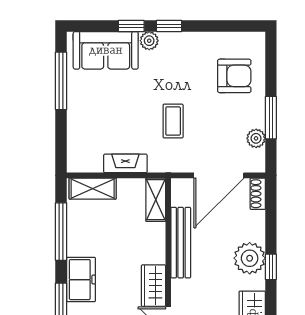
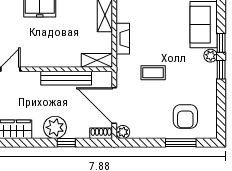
window: (271, 118) -> (181, 143), moved
plant: (256, 138) -> (123, 132), moved
window: (271, 267) -> (66, 143), moved
wardrobe: (153, 286) -> (35, 59), removed

